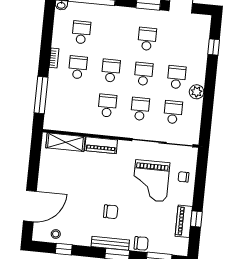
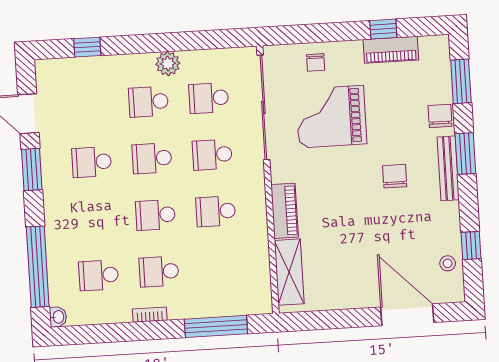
grand piano: (151, 181) -> (331, 117), turned 180

